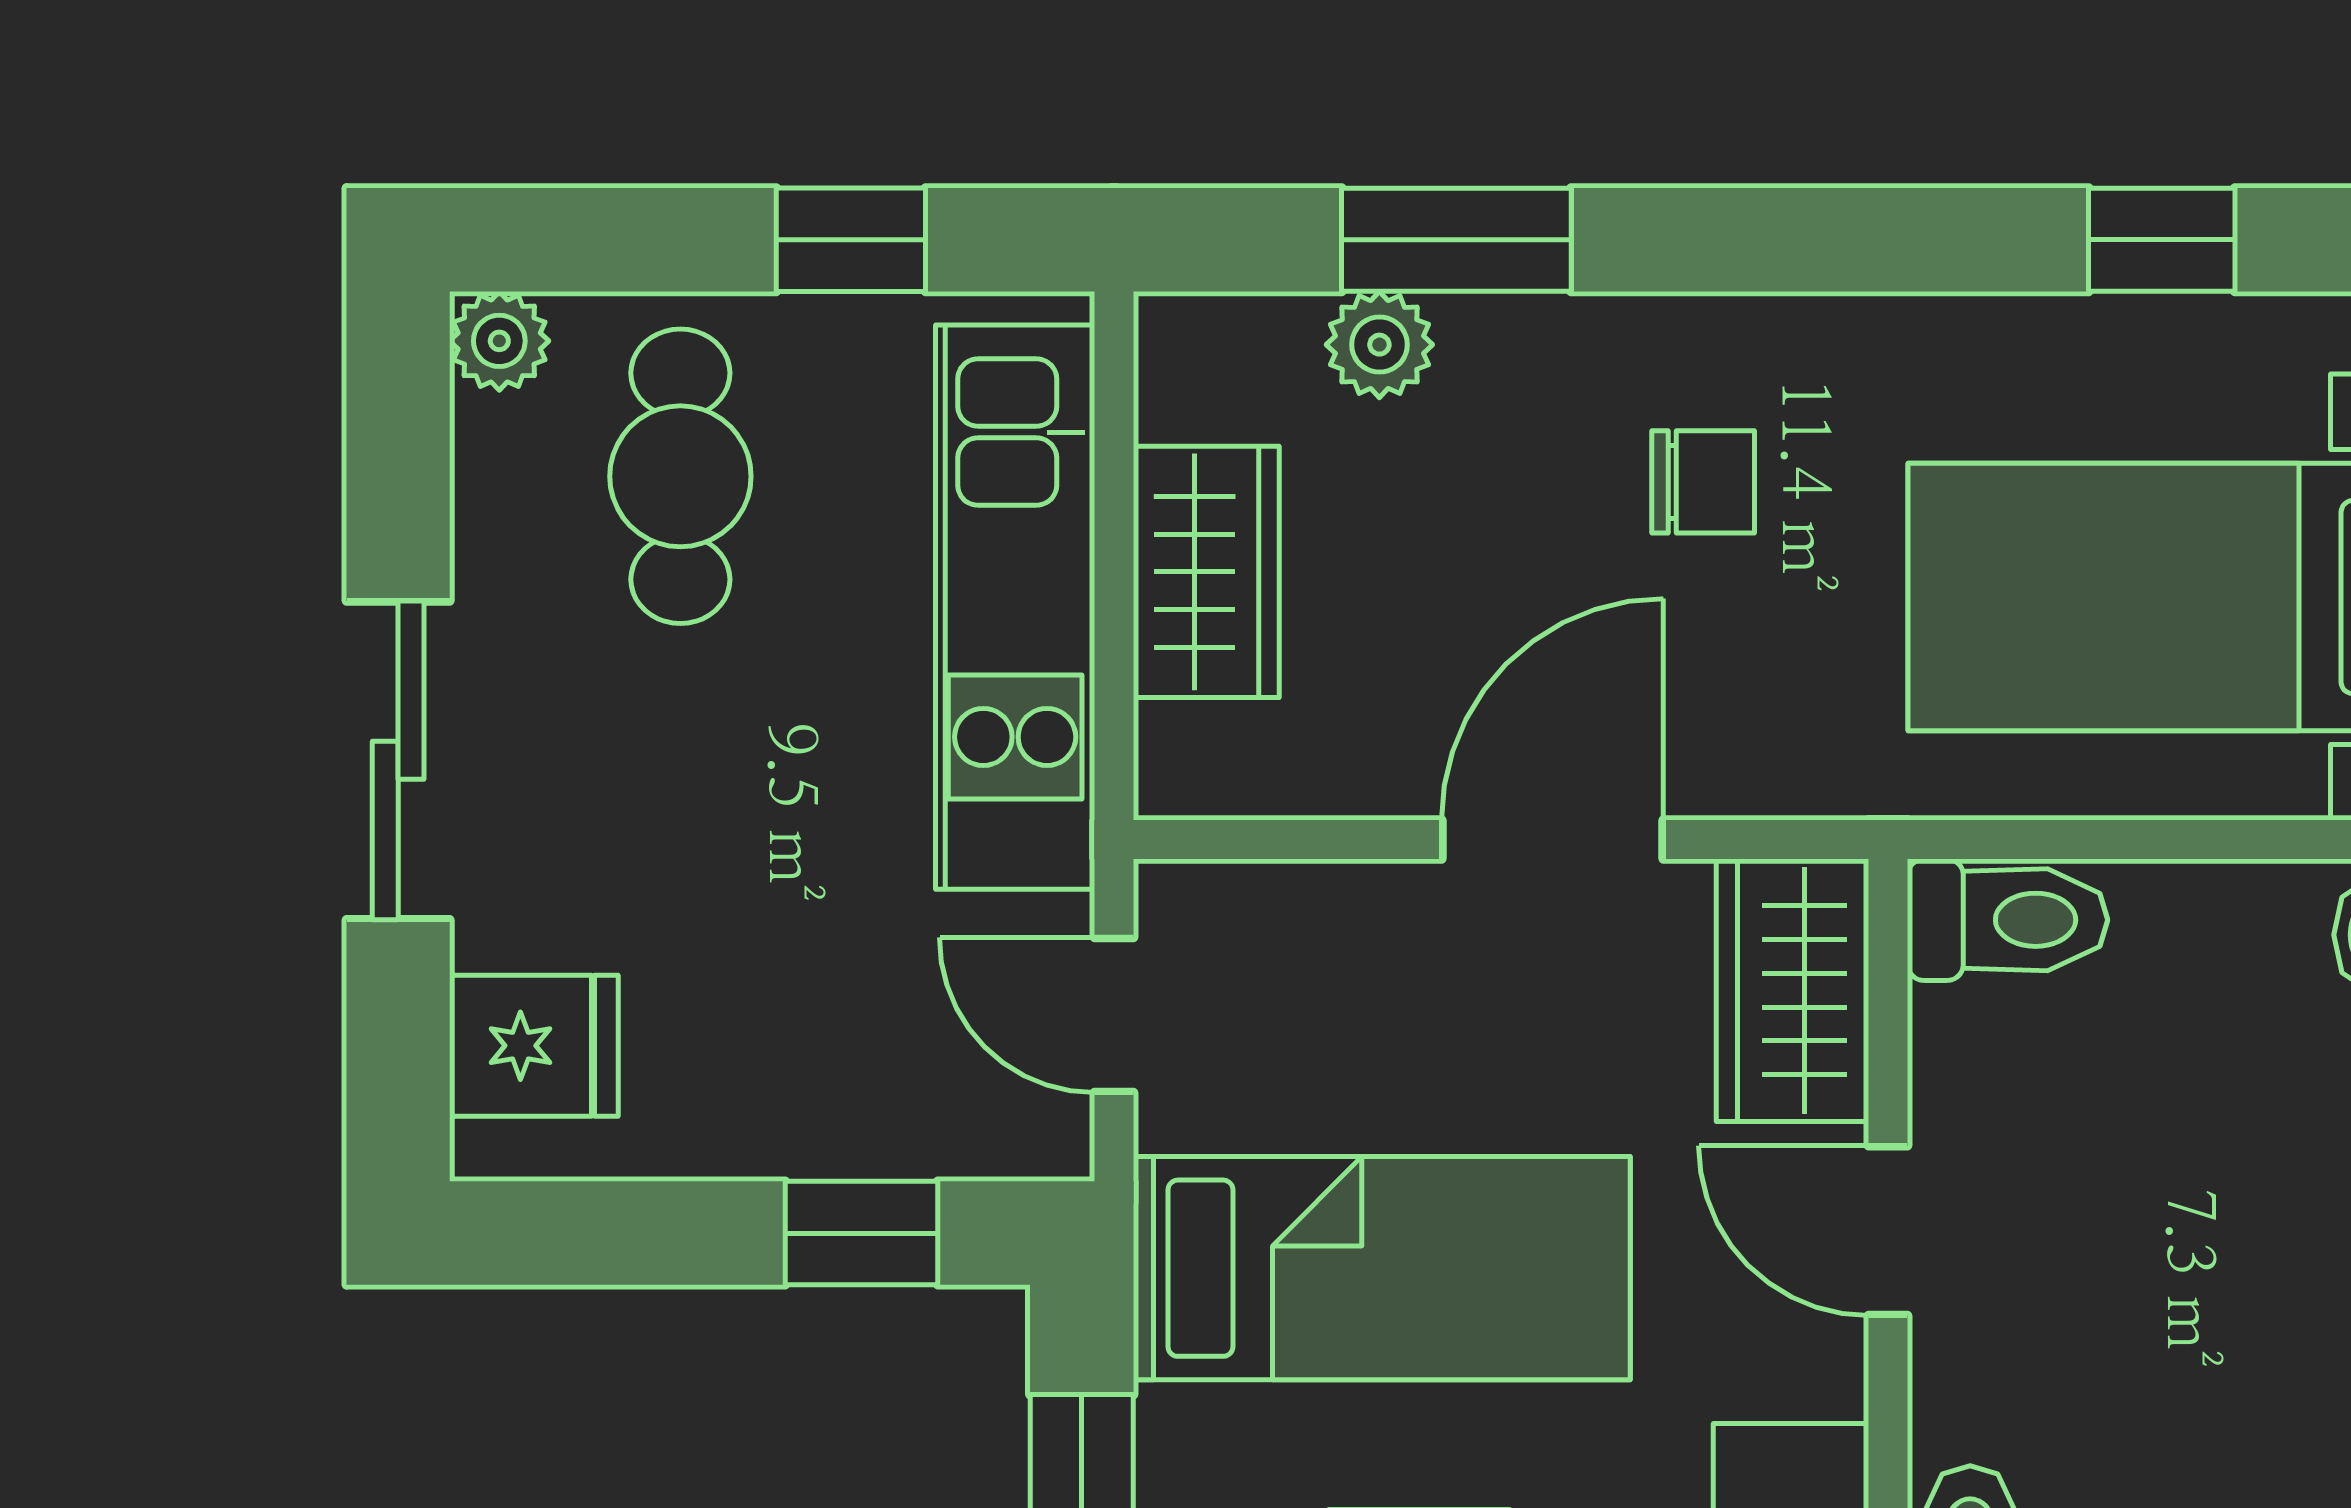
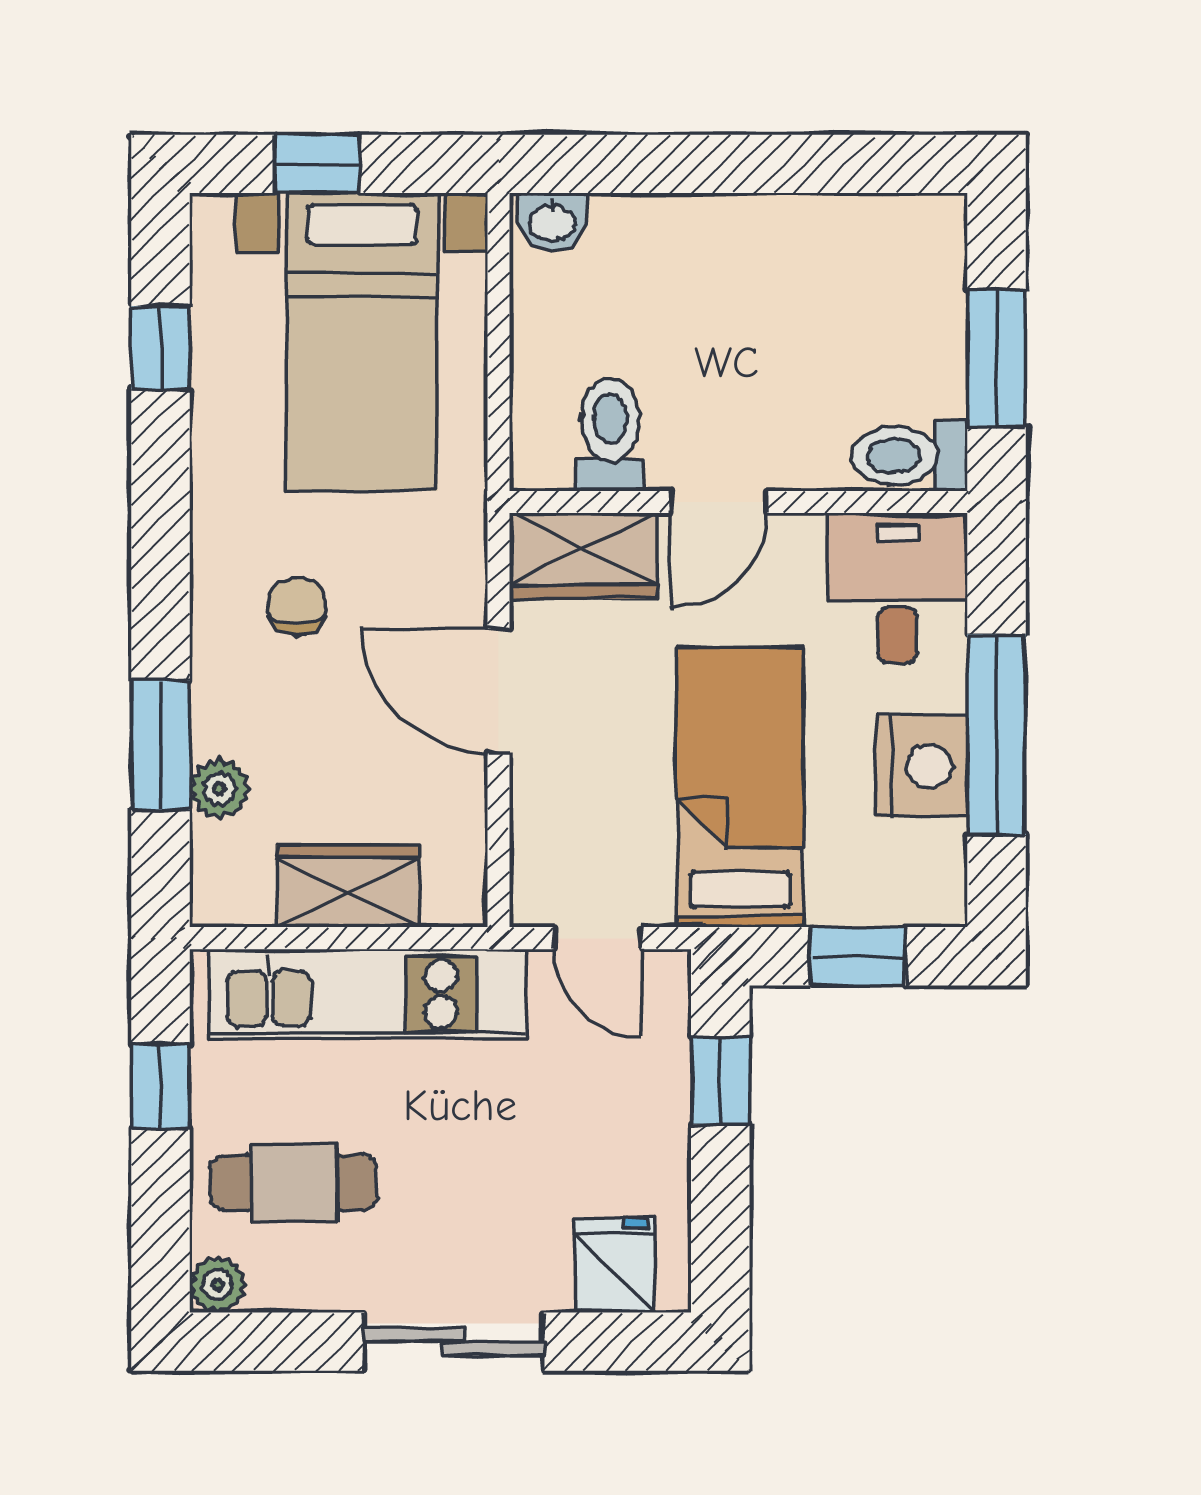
toilet: (2008, 920) -> (610, 435), moved
door: (1114, 1015) -> (597, 938), hinge flipped

